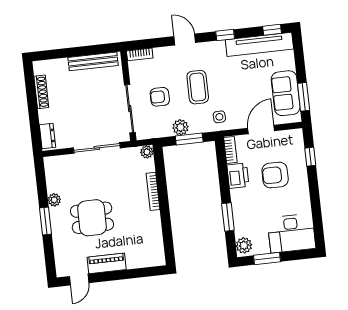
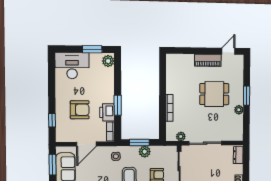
plant: (147, 152) -> (181, 137), moved
window: (228, 217) -> (118, 105), moved

